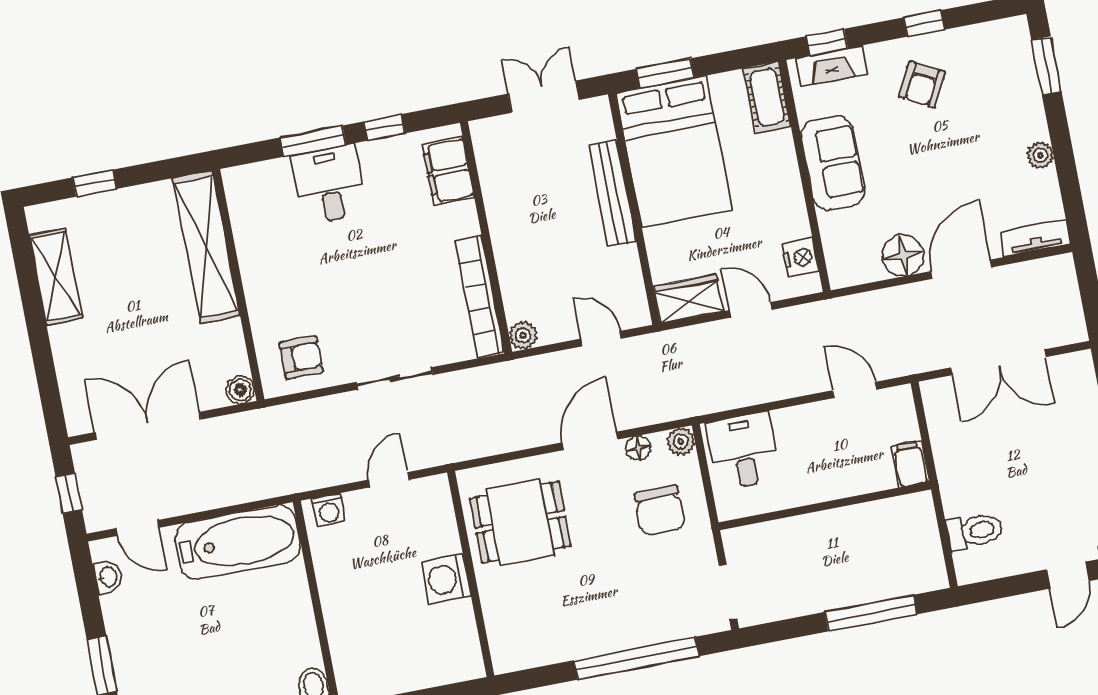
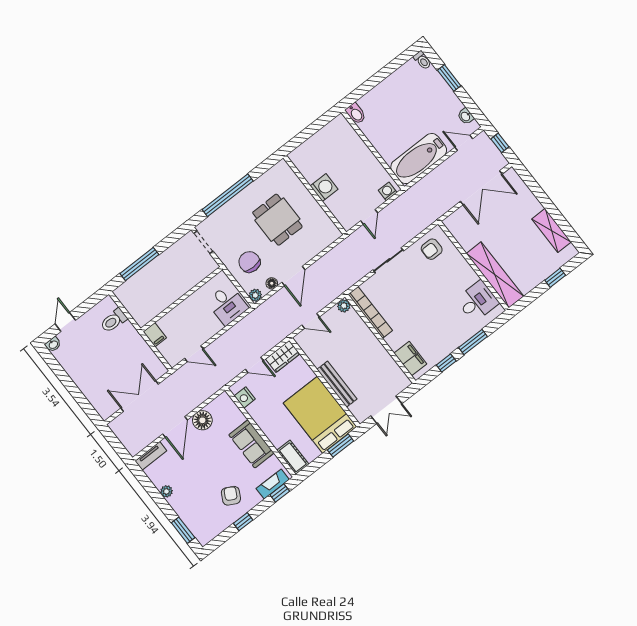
desk: (329, 185) -> (477, 301), moved, turned -90
boiler: (240, 390) -> (450, 223), removed
dining table: (520, 522) -> (277, 220), moved, turned 90

